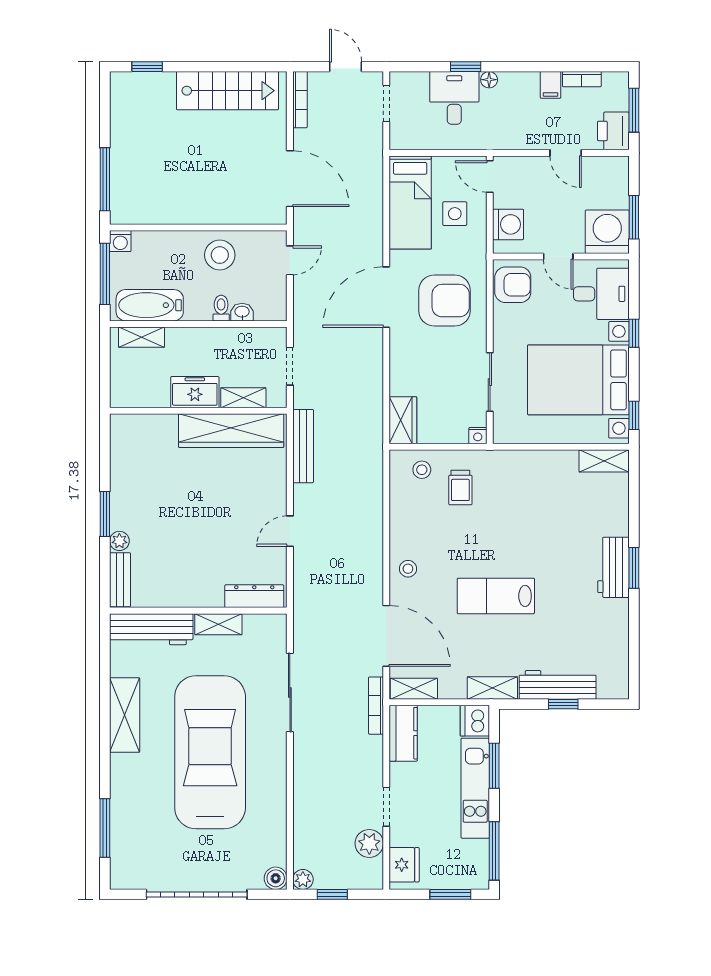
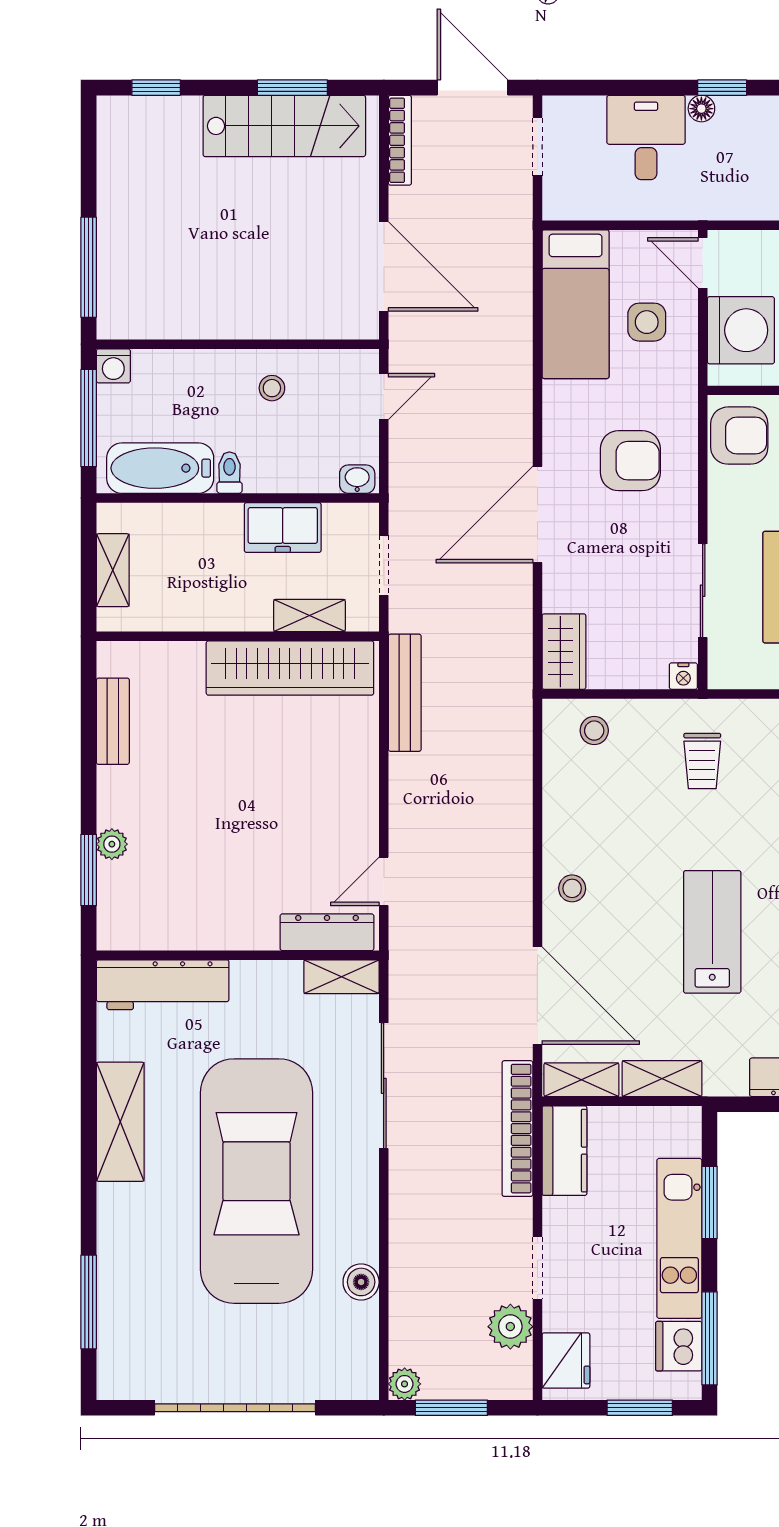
window: (233, 67) -> (292, 88), added
door: (346, 67) -> (473, 88), width x1.38
window: (466, 67) -> (722, 88), moved
washing machine: (508, 224) -> (741, 330), width x1.37, depth x1.37
stool: (220, 255) -> (272, 388), width x0.53, depth x0.53
door: (386, 297) -> (537, 515), moved
armchair: (445, 301) -> (630, 461), width x0.73, depth x0.73
toilet: (221, 308) -> (229, 473), moved
washbasin: (242, 312) -> (357, 479), moved
shelving: (141, 337) -> (113, 570), moved, turned 90
freezer: (195, 392) -> (283, 528), moved, turned 180
trolley: (460, 488) -> (702, 761), moved
window: (105, 514) -> (89, 870), moved
door: (290, 531) -> (384, 881), moved
bench: (120, 580) -> (113, 721), moved
lab bench: (496, 596) -> (712, 932), turned 90
shelving: (218, 624) -> (341, 977), moved
shelving: (492, 688) -> (662, 1079), moved
bookcase: (376, 706) -> (517, 1129), width x1.48, depth x1.31
dishwasher: (475, 721) -> (679, 1346), moved
boiler: (276, 878) -> (361, 1282), moved
window: (332, 894) -> (451, 1408), width x1.50

